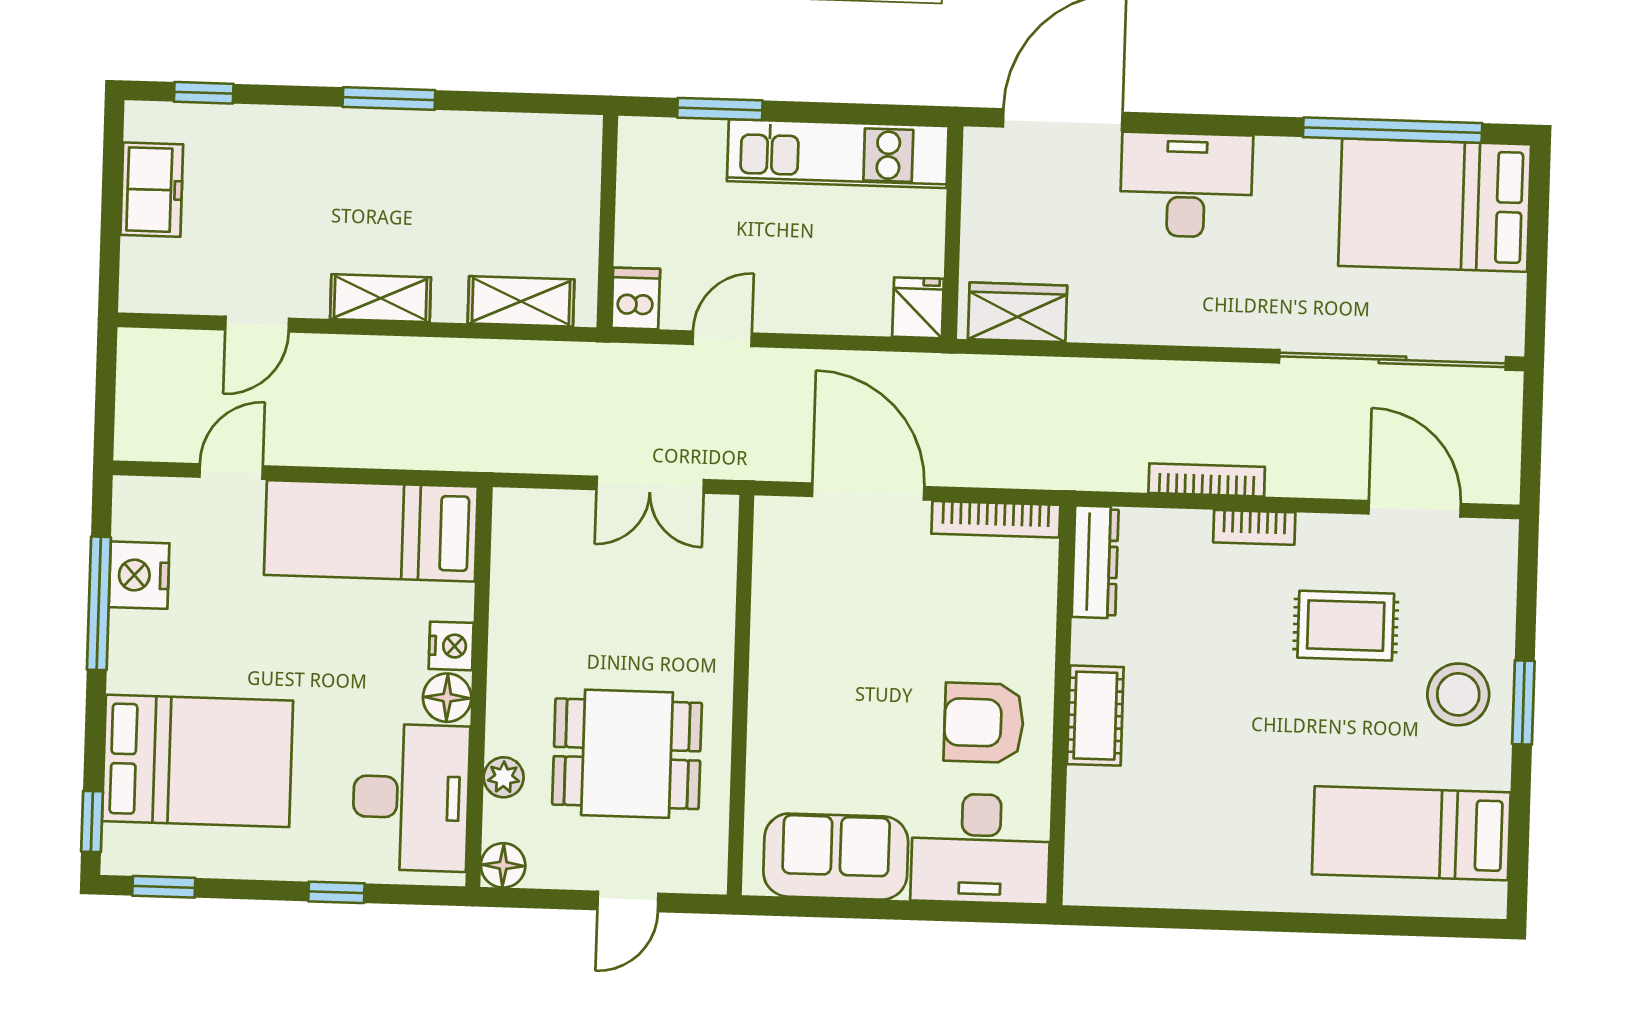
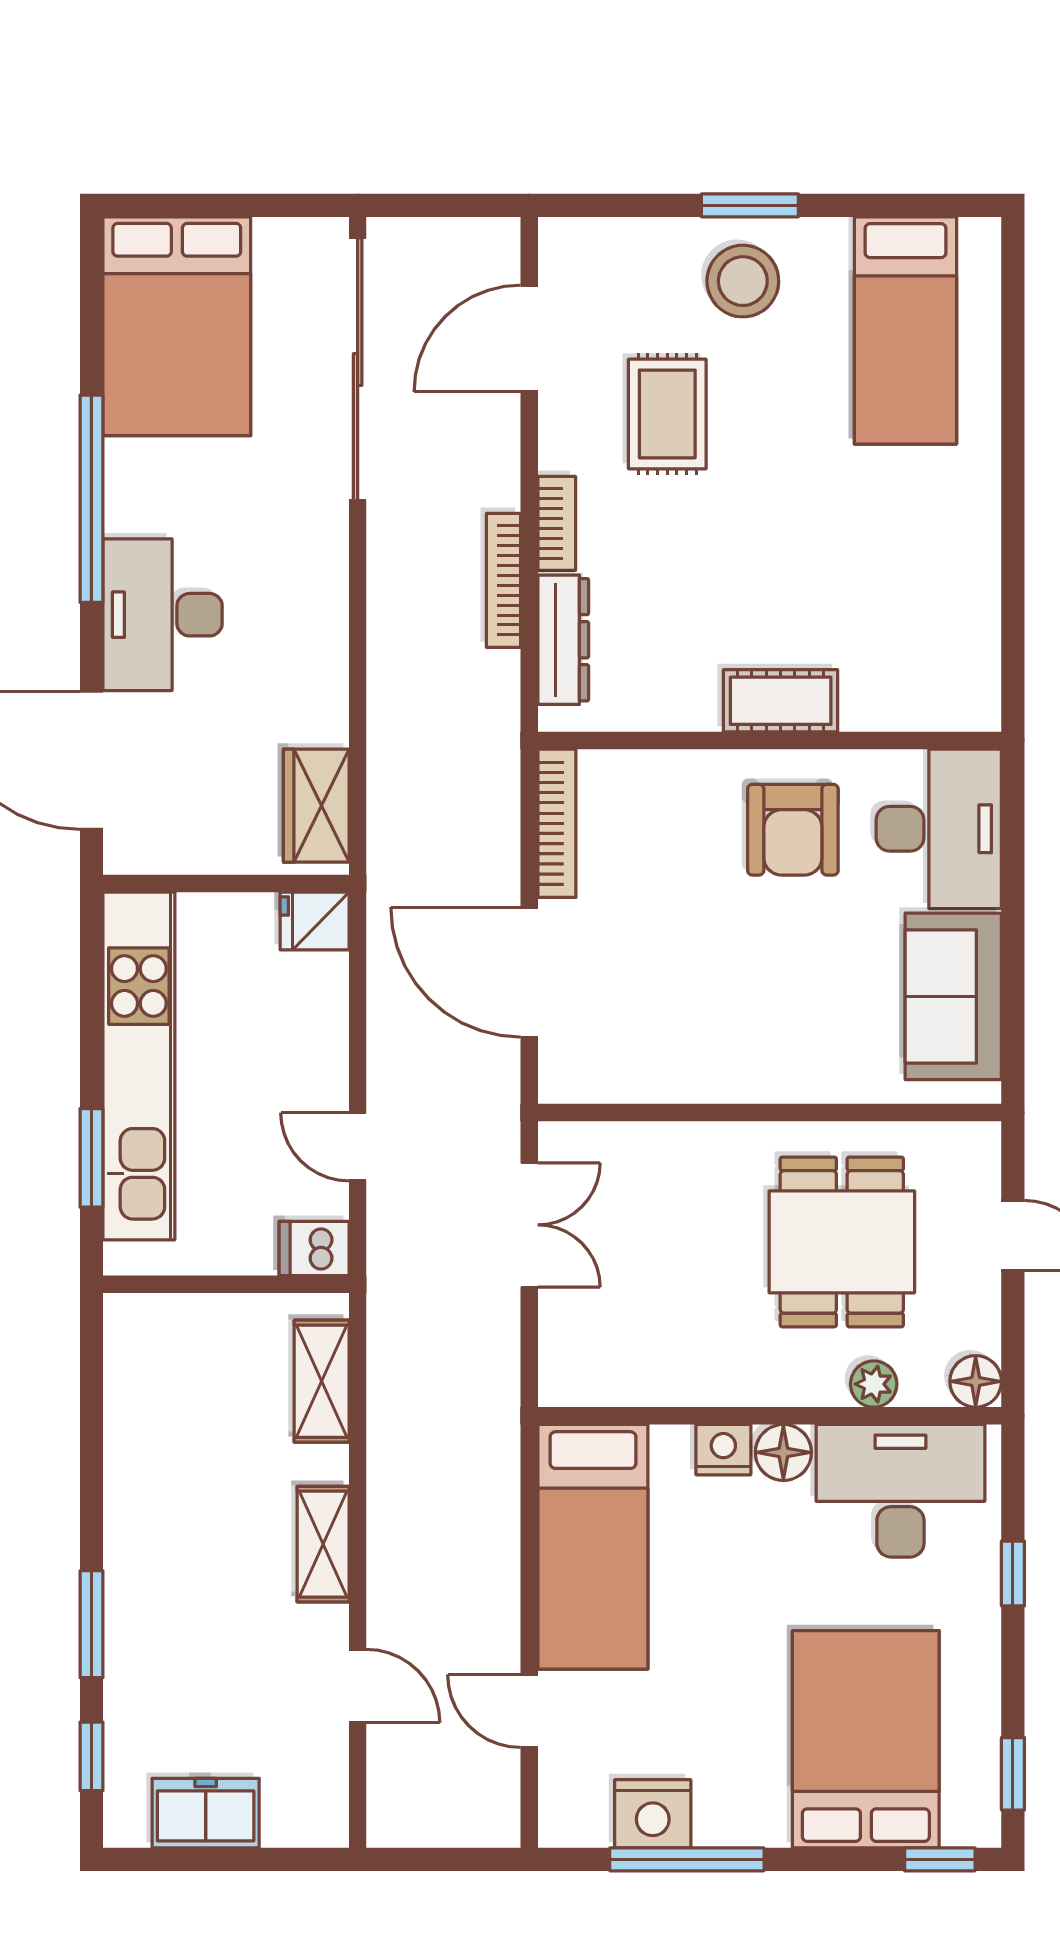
window: (389, 99) -> (91, 1624), moved
window: (1393, 130) -> (91, 499), moved
kitchen unit: (838, 154) -> (139, 1066), width x1.36
door: (868, 492) -> (529, 972), hinge flipped
dresser: (1095, 562) -> (563, 640), moved, turned 90

